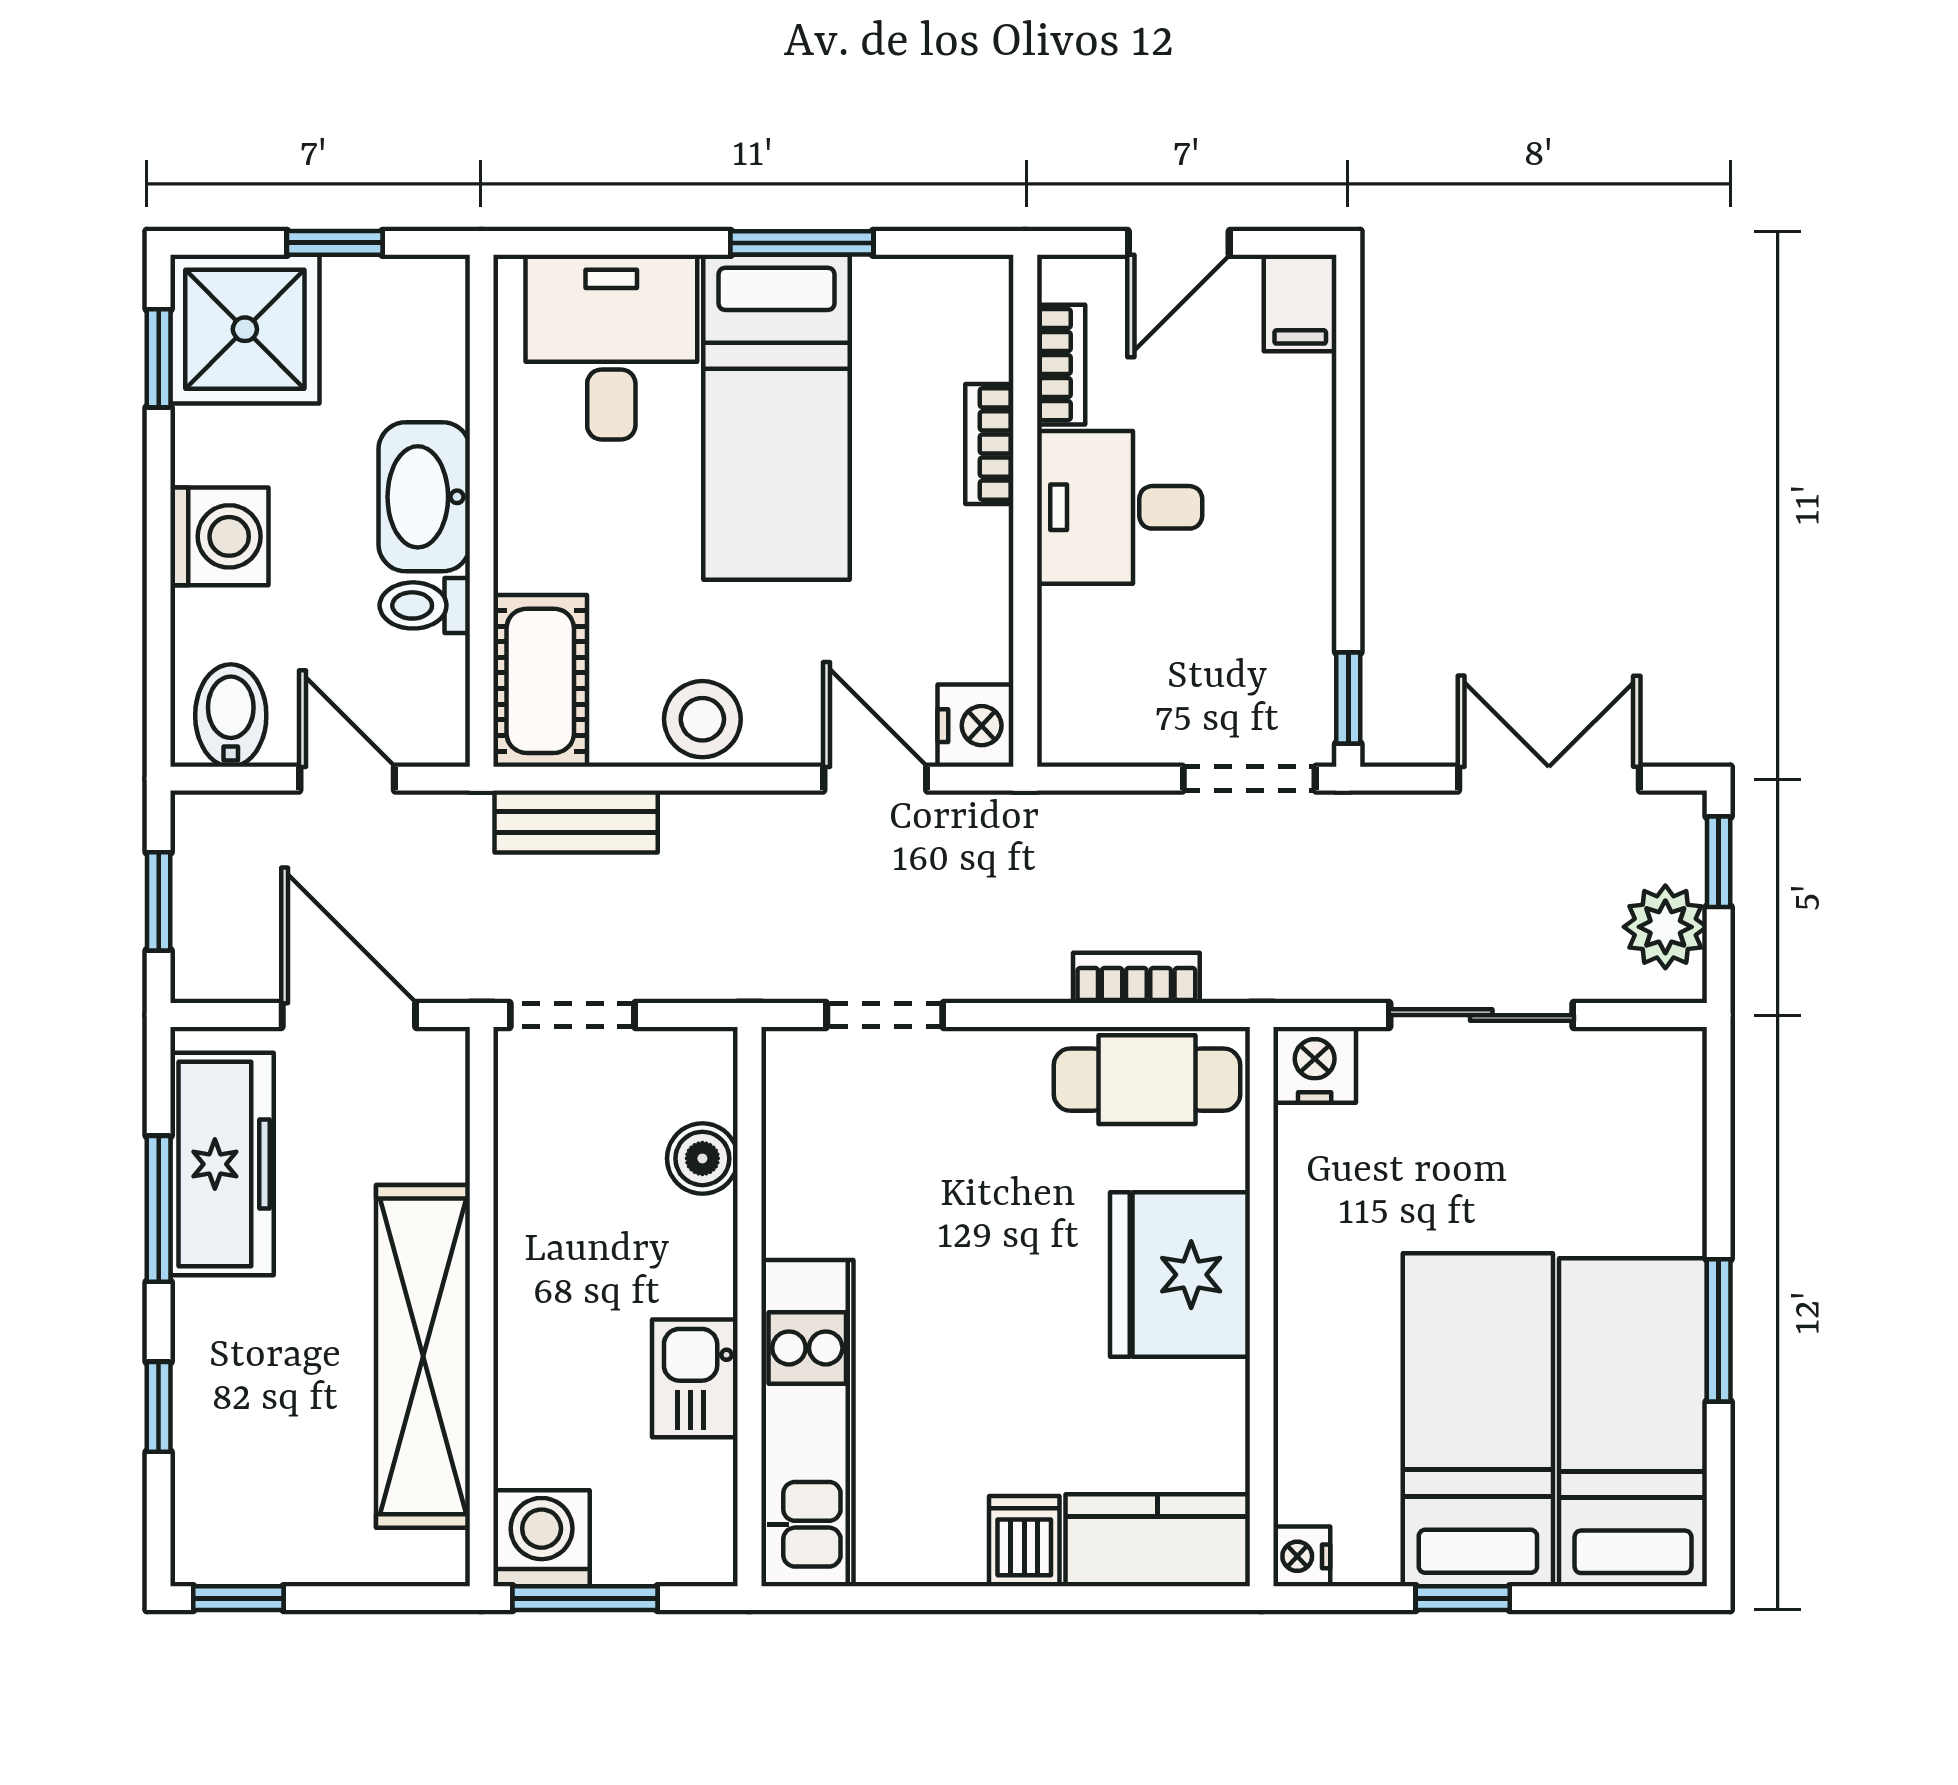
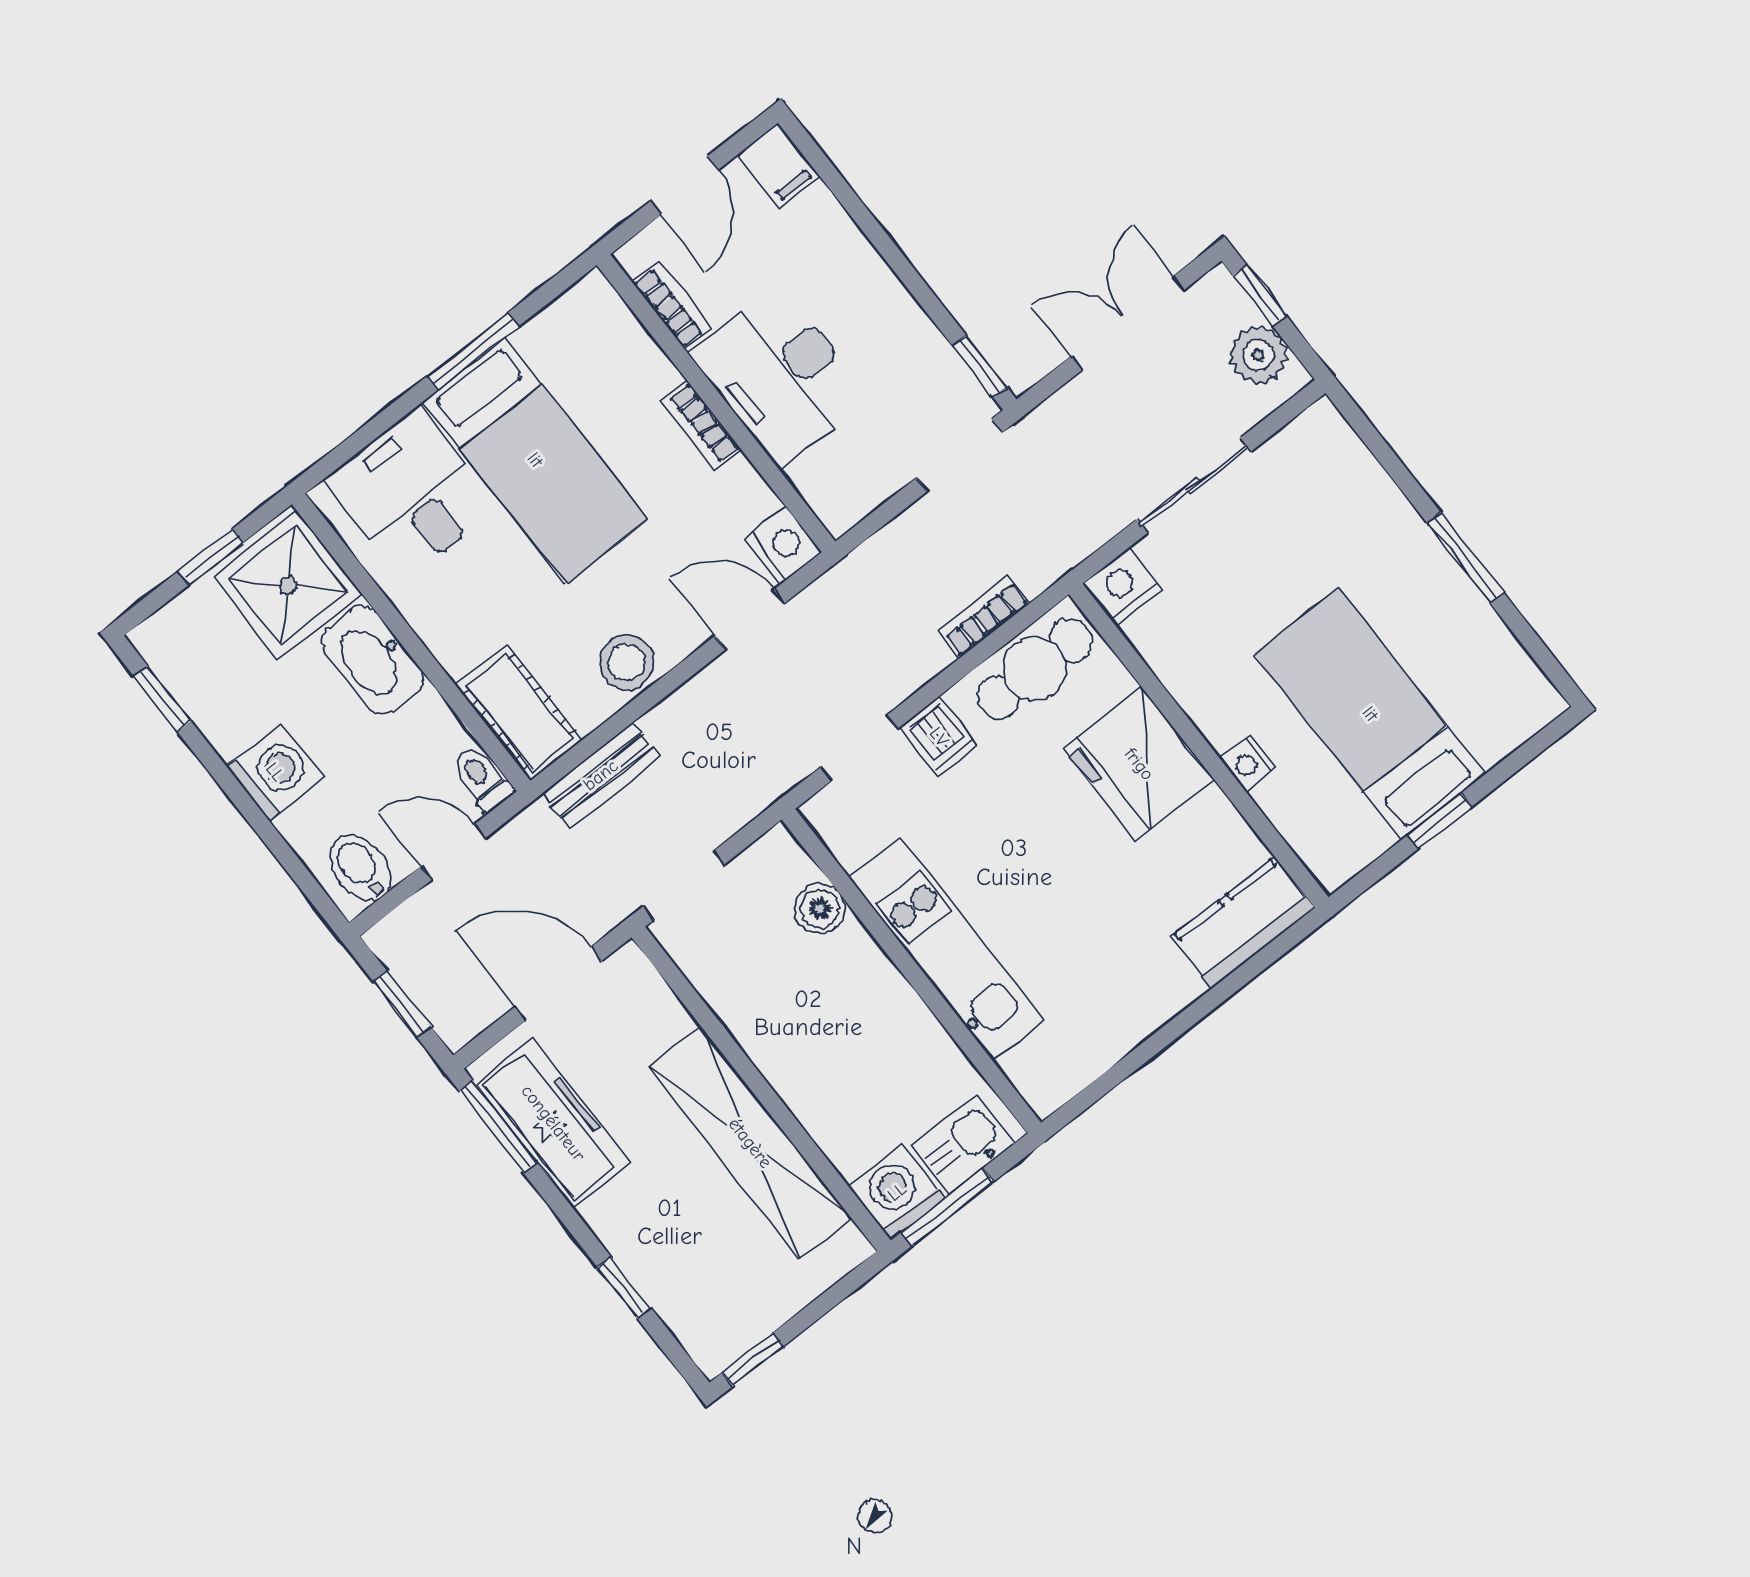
shower: (245, 329) -> (288, 585), moved
bookcase: (989, 444) -> (701, 425), moved
desk: (1120, 507) -> (780, 376), width x1.37
toilet: (425, 605) -> (482, 778), moved, turned 90
window: (159, 1209) -> (498, 1127), moved
kitchen sink: (695, 1378) -> (963, 1146), moved, turned 90
bed: (1633, 1422) -> (1458, 647), removed
kitchen unit: (807, 1423) -> (947, 949), moved
dishwasher: (1024, 1541) -> (939, 737), moved, turned 180
nightstand: (1302, 1556) -> (1249, 763), moved

